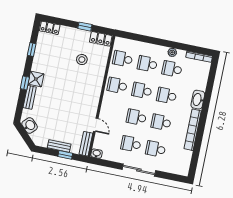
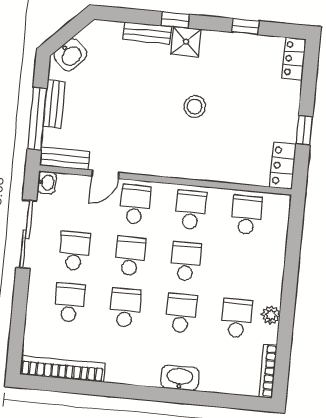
stool: (82, 60) -> (195, 107), moved
school desk: (147, 64) -> (135, 204), moved
washbasin: (30, 125) -> (70, 55), moved
bookcase: (193, 130) -> (63, 369), moved
window: (65, 155) -> (37, 119), width x2.17
sliding door: (139, 170) -> (26, 234), moved

